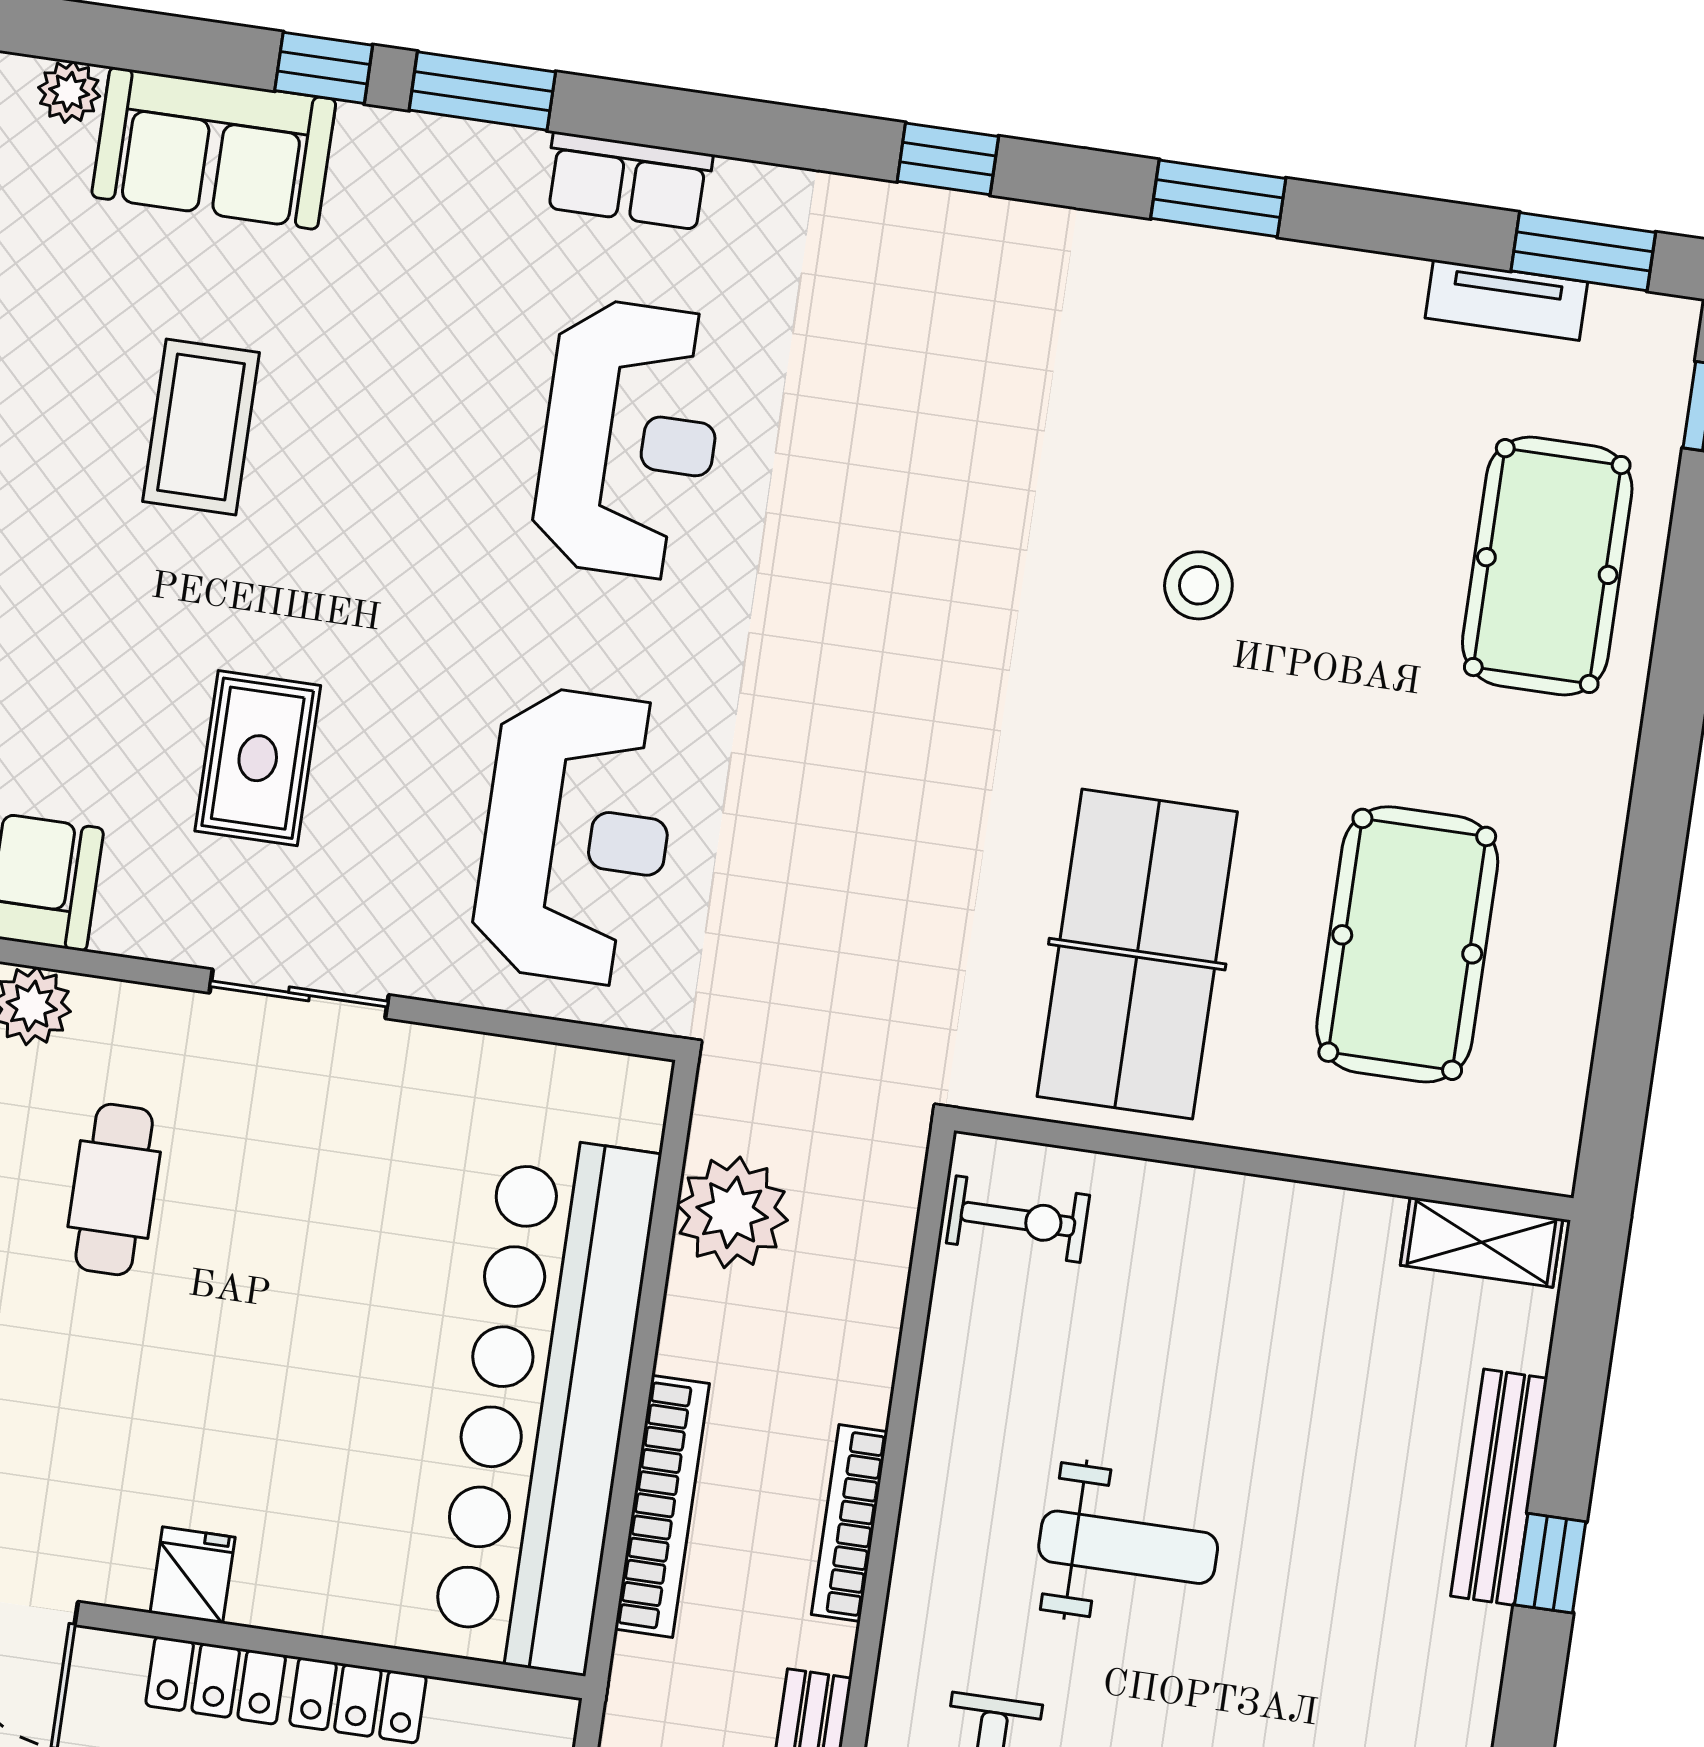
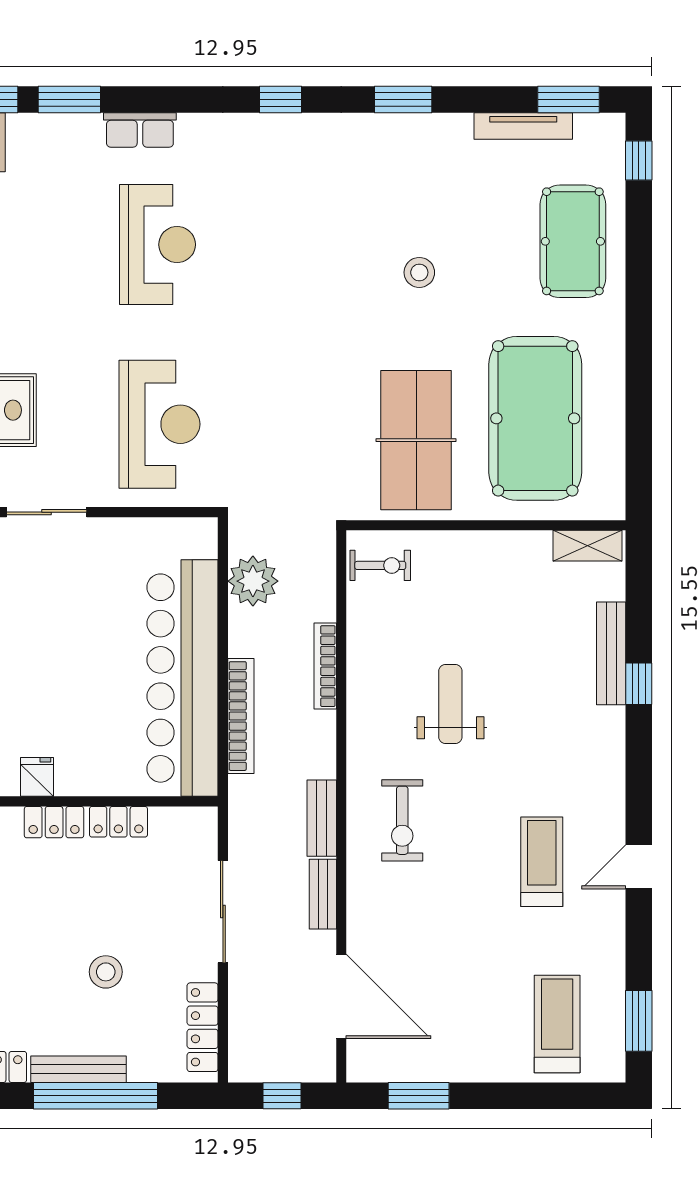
tv unit: (1506, 300) -> (523, 126), width x1.41
pool table: (1407, 944) -> (535, 418), width x1.36, depth x1.32
bookcase: (850, 1523) -> (325, 666), moved
weight bench: (1128, 1547) -> (450, 704), turned -90

